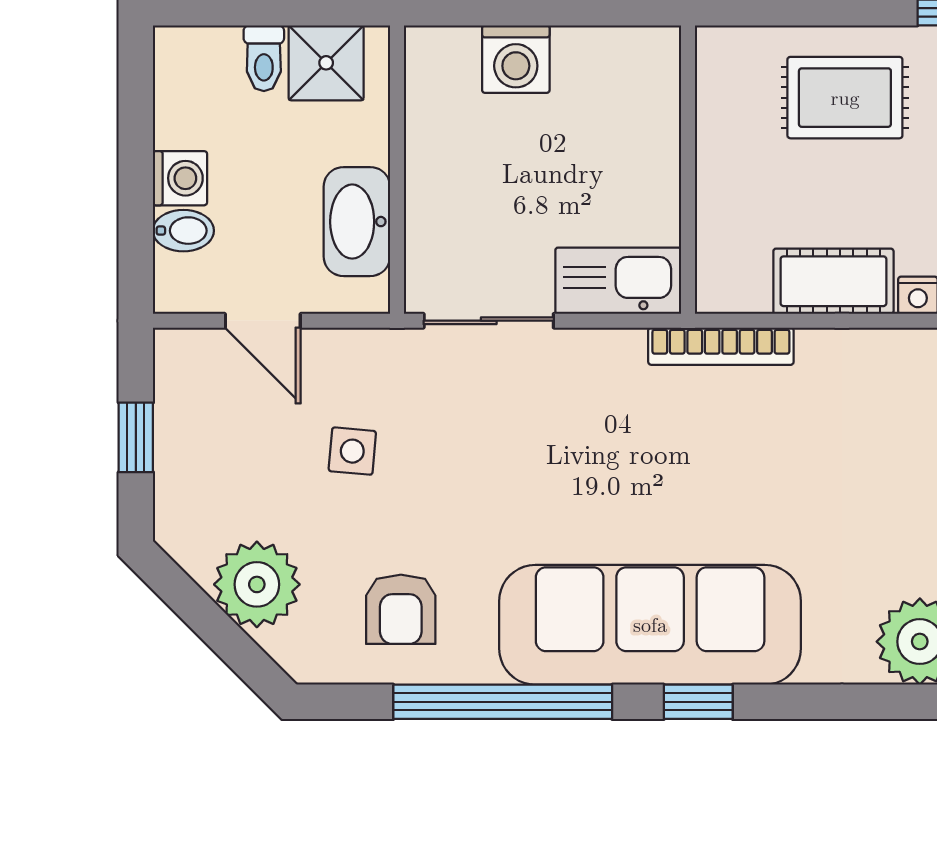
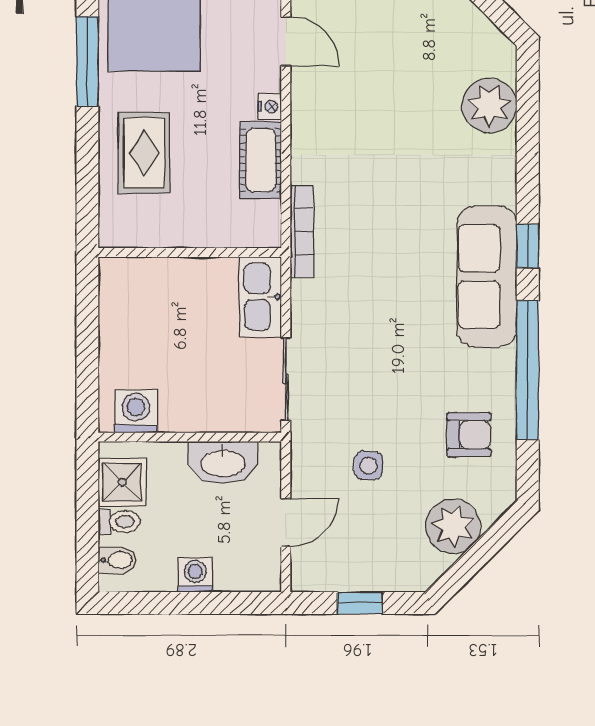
washing machine: (516, 59) -> (136, 411), moved, turned -90
bidet: (183, 231) -> (118, 560), moved, turned 90
sofa: (650, 625) -> (487, 277), width x0.74, depth x0.79

